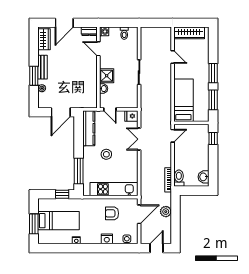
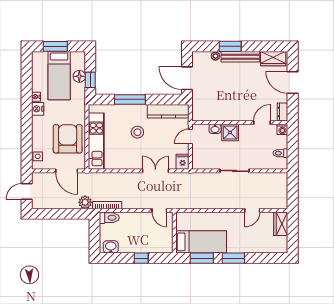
wardrobe: (189, 33) -> (281, 224), width x0.67
bench: (42, 67) -> (240, 57), width x1.36
bed: (183, 100) -> (201, 242), moved
window: (213, 138) -> (141, 258), moved
window: (79, 171) -> (130, 99), moved
floor lamp: (59, 204) -> (79, 76), added
plant: (166, 212) -> (85, 202), moved
armchair: (112, 213) -> (68, 139), width x1.88, depth x1.88
nightstand: (107, 239) -> (38, 109), moved
door: (157, 248) -> (27, 191), swing flipped

